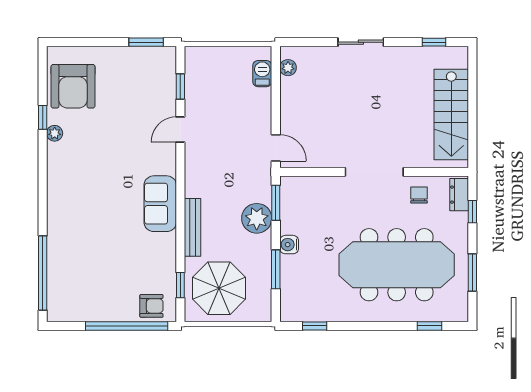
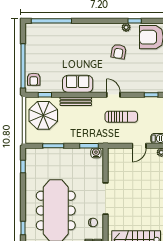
door: (180, 130) -> (113, 95), moved
sun lounger: (222, 142) -> (121, 117), added
armchair: (100, 147) -> (119, 52), added
door: (276, 148) -> (139, 146), moved
sofa: (160, 204) -> (78, 84), moved
plant: (257, 218) -> (81, 136), removed
water cooler: (289, 245) -> (96, 153), moved

